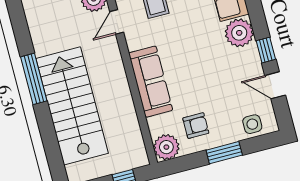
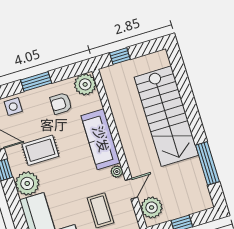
plant: (133, 43) -> (117, 172), added
rug: (222, 72) -> (40, 150), added
window: (34, 79) -> (207, 163), moved

